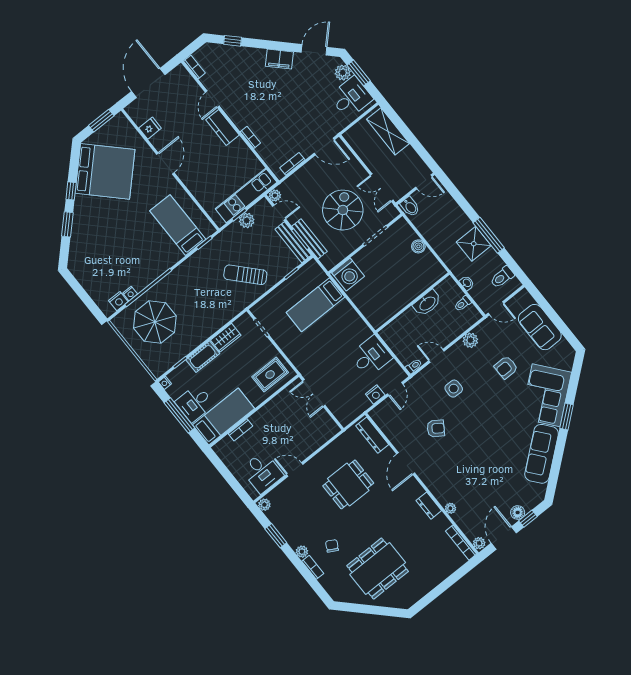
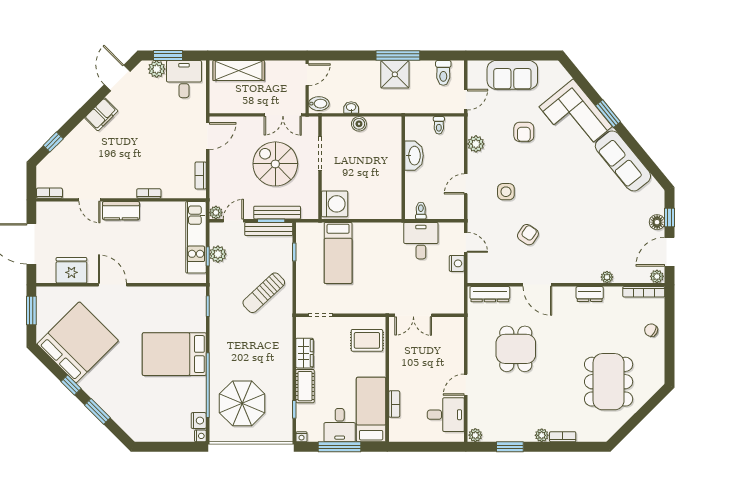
fridge: (150, 128) -> (71, 270), width x1.88, depth x1.34
bed: (178, 225) -> (174, 354), moved, width x1.50
washbasin: (467, 283) -> (351, 107), moved
nightstand: (130, 294) -> (200, 436), moved
toilet: (414, 366) -> (421, 211), moved
rug: (270, 375) -> (367, 340), turned 90
door: (504, 538) -> (669, 252), hinge flipped
chair: (332, 546) -> (651, 330), moved

